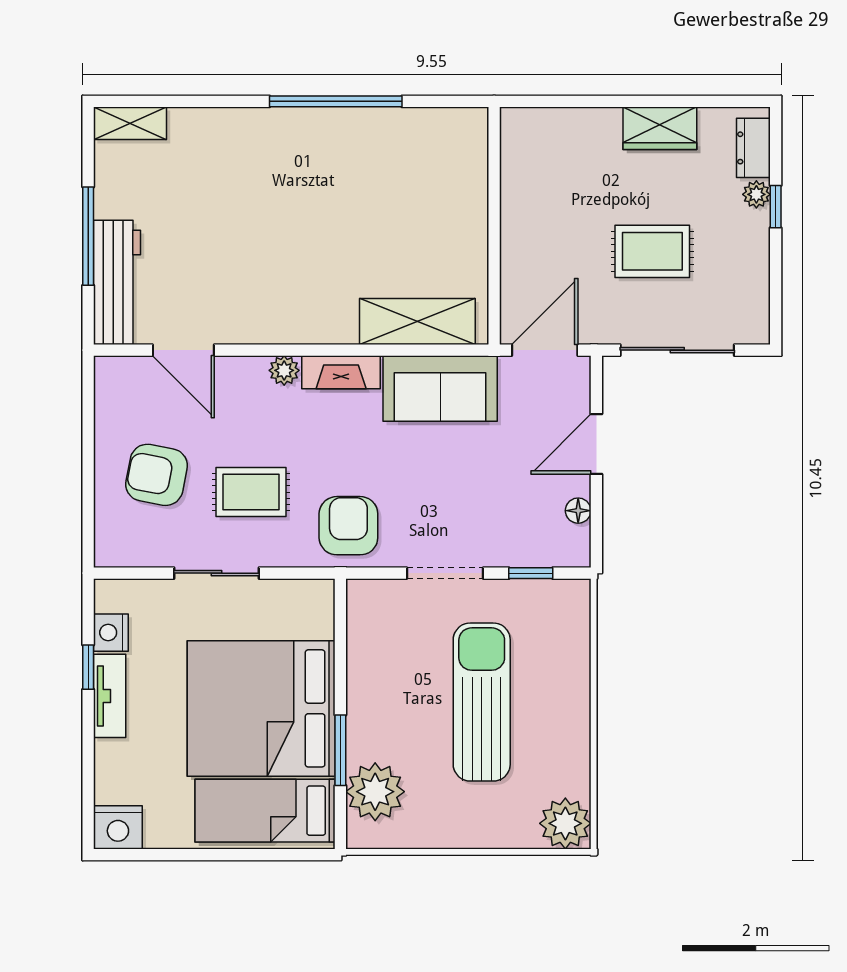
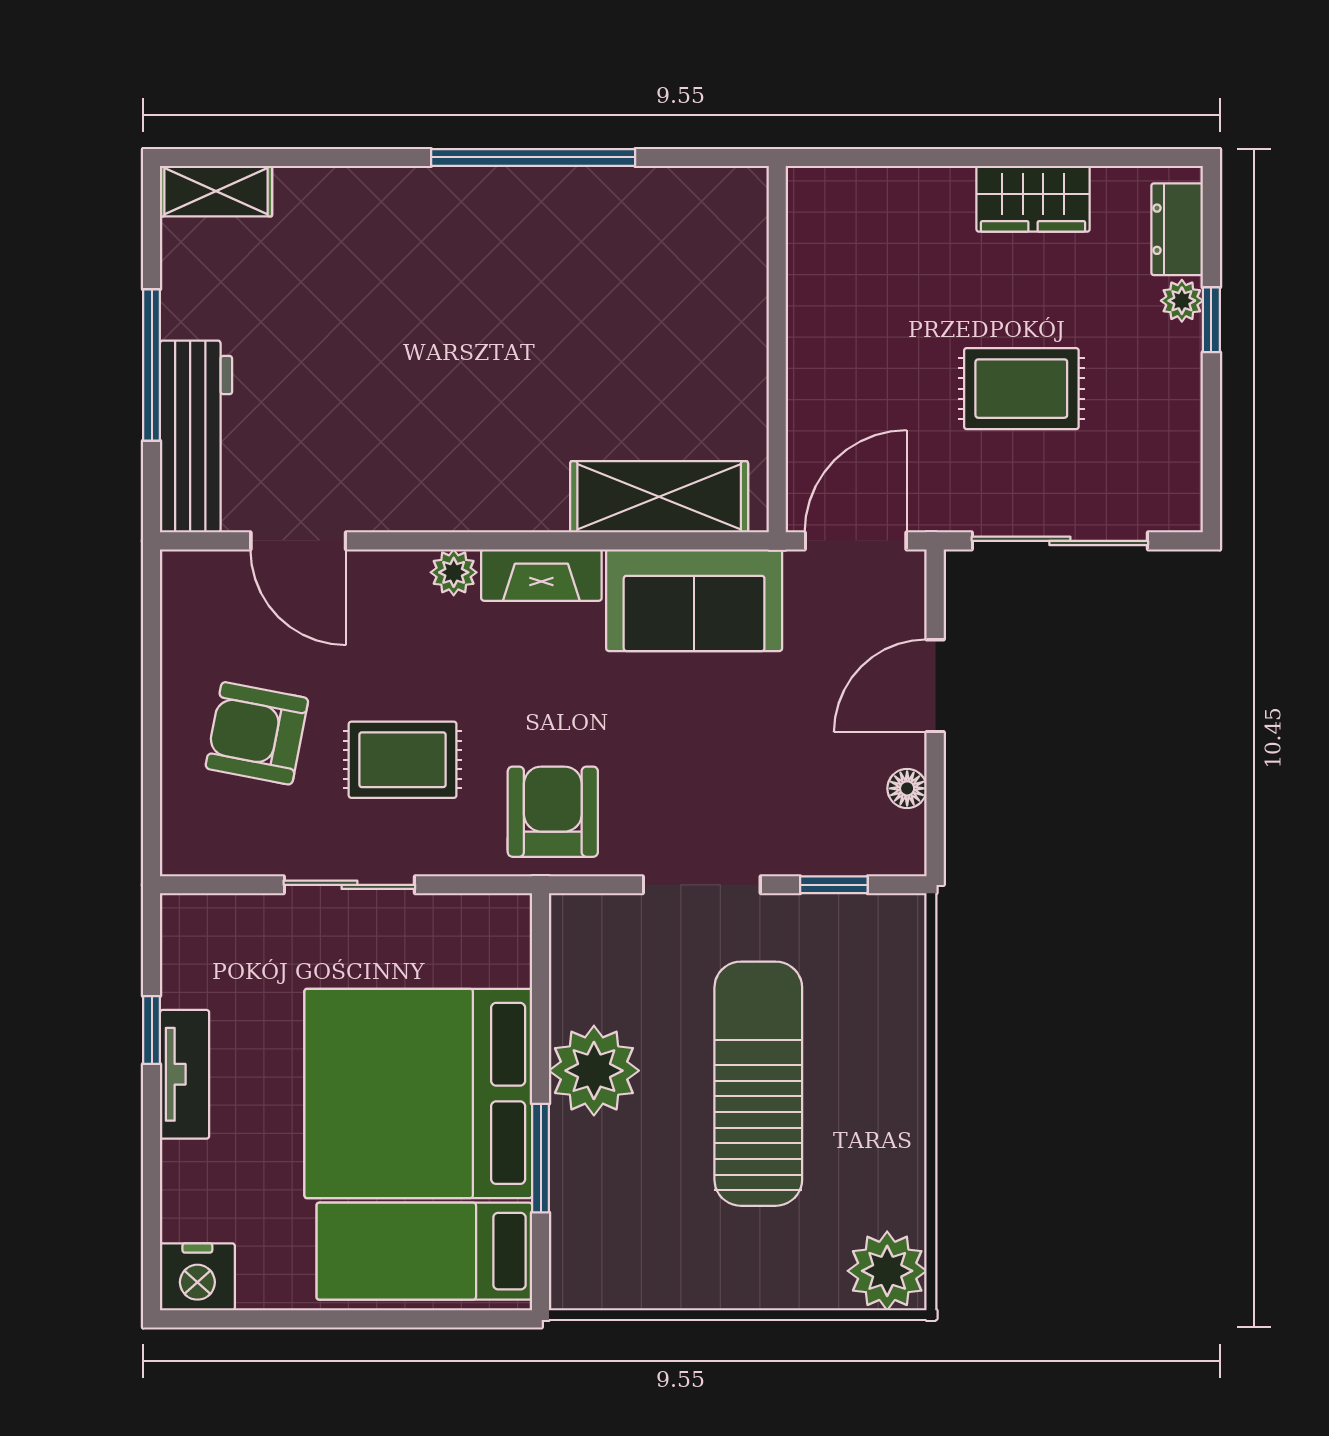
nightstand: (111, 633) -> (187, 976), removed
plant: (375, 792) -> (594, 1071), moved

